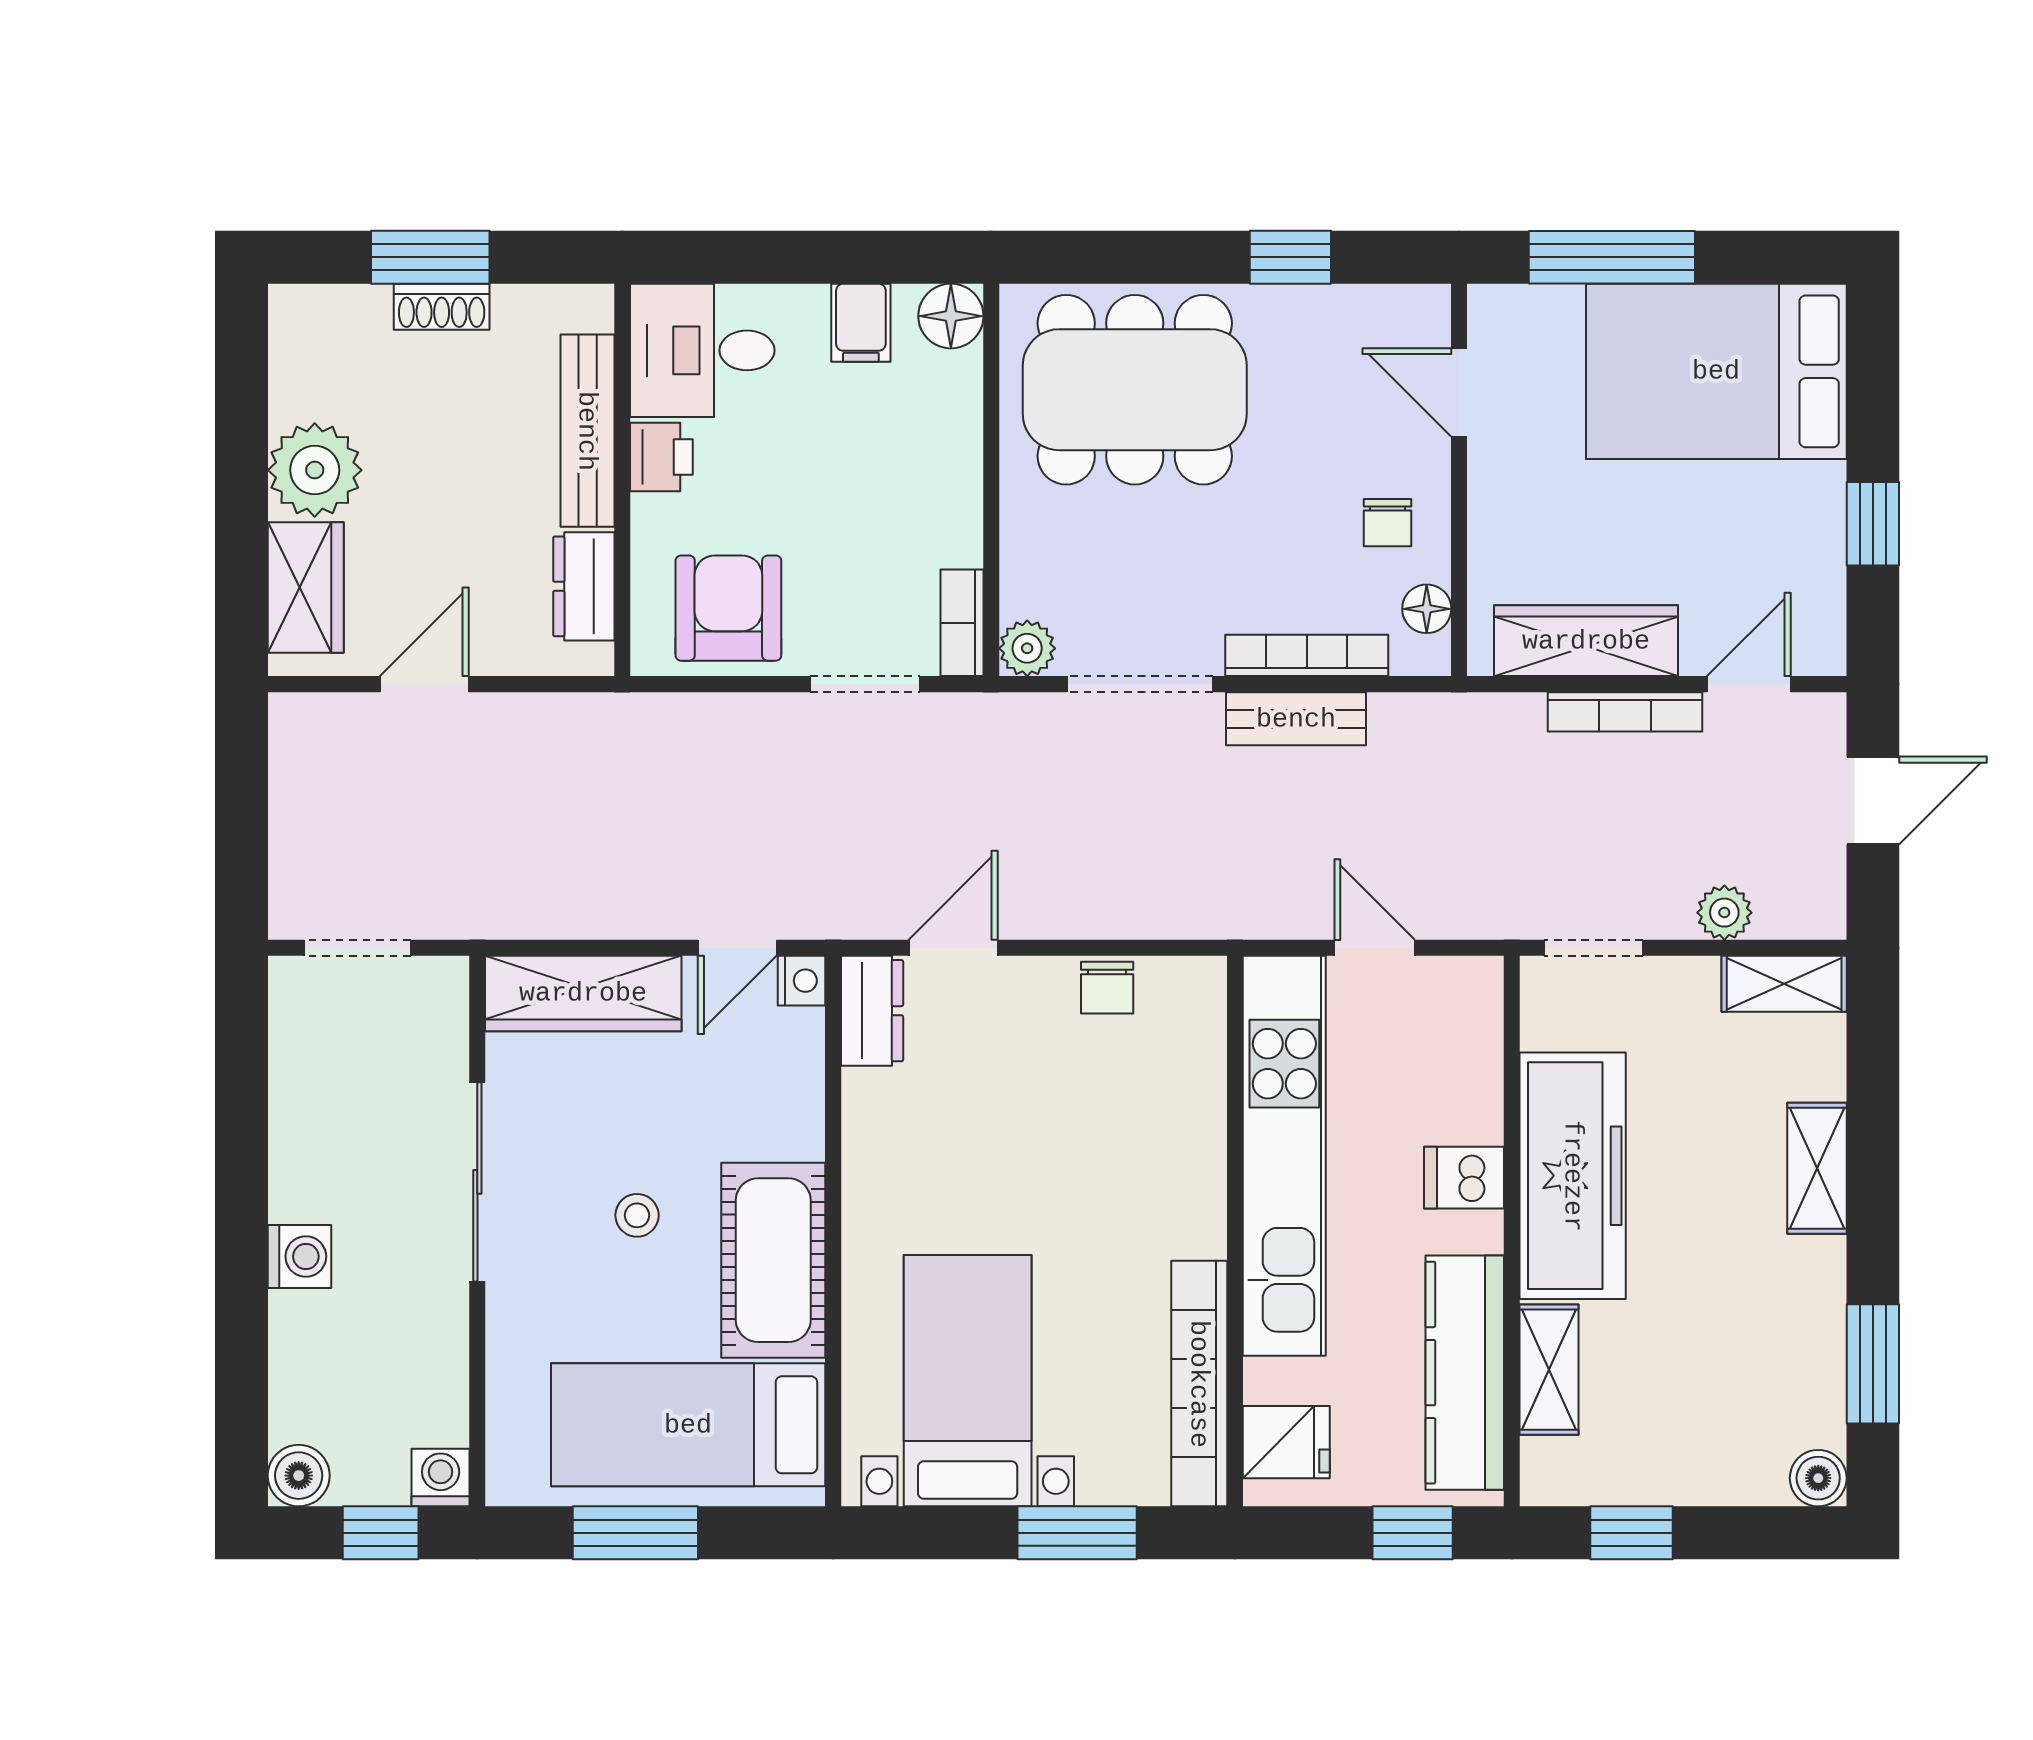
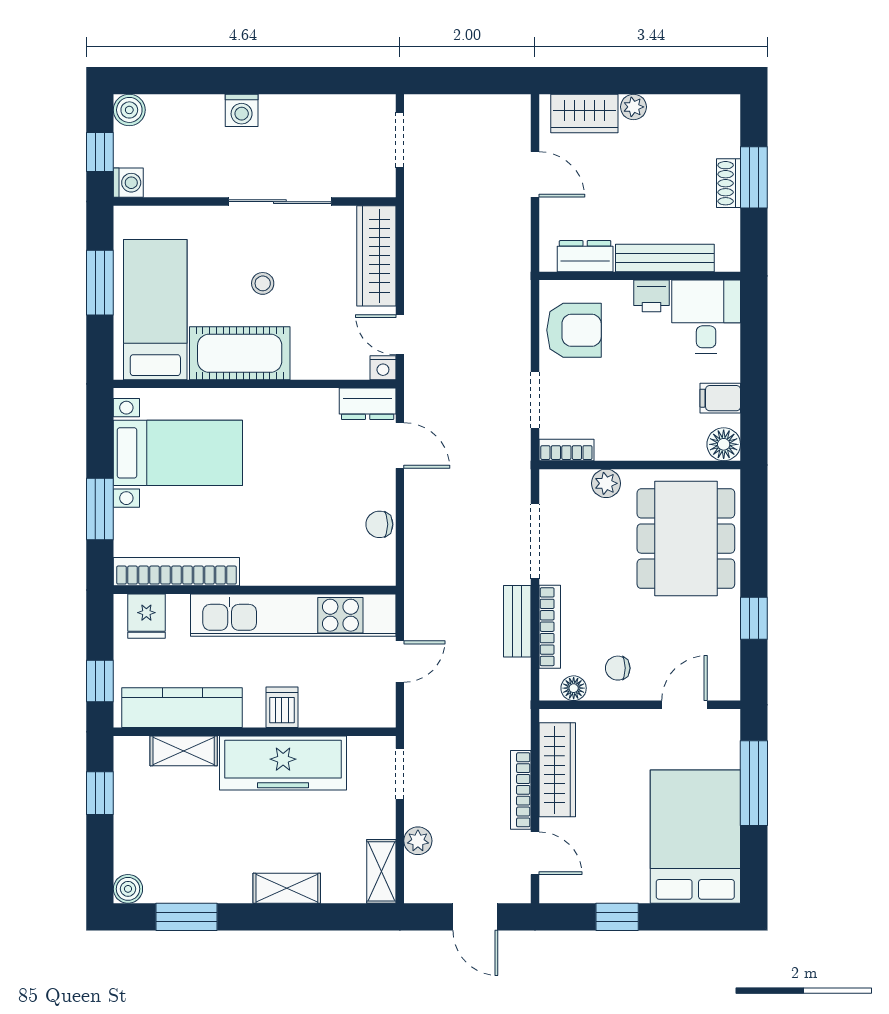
plant: (315, 470) -> (633, 107), width x0.53, depth x0.53
plant: (1027, 648) -> (606, 483), moved

